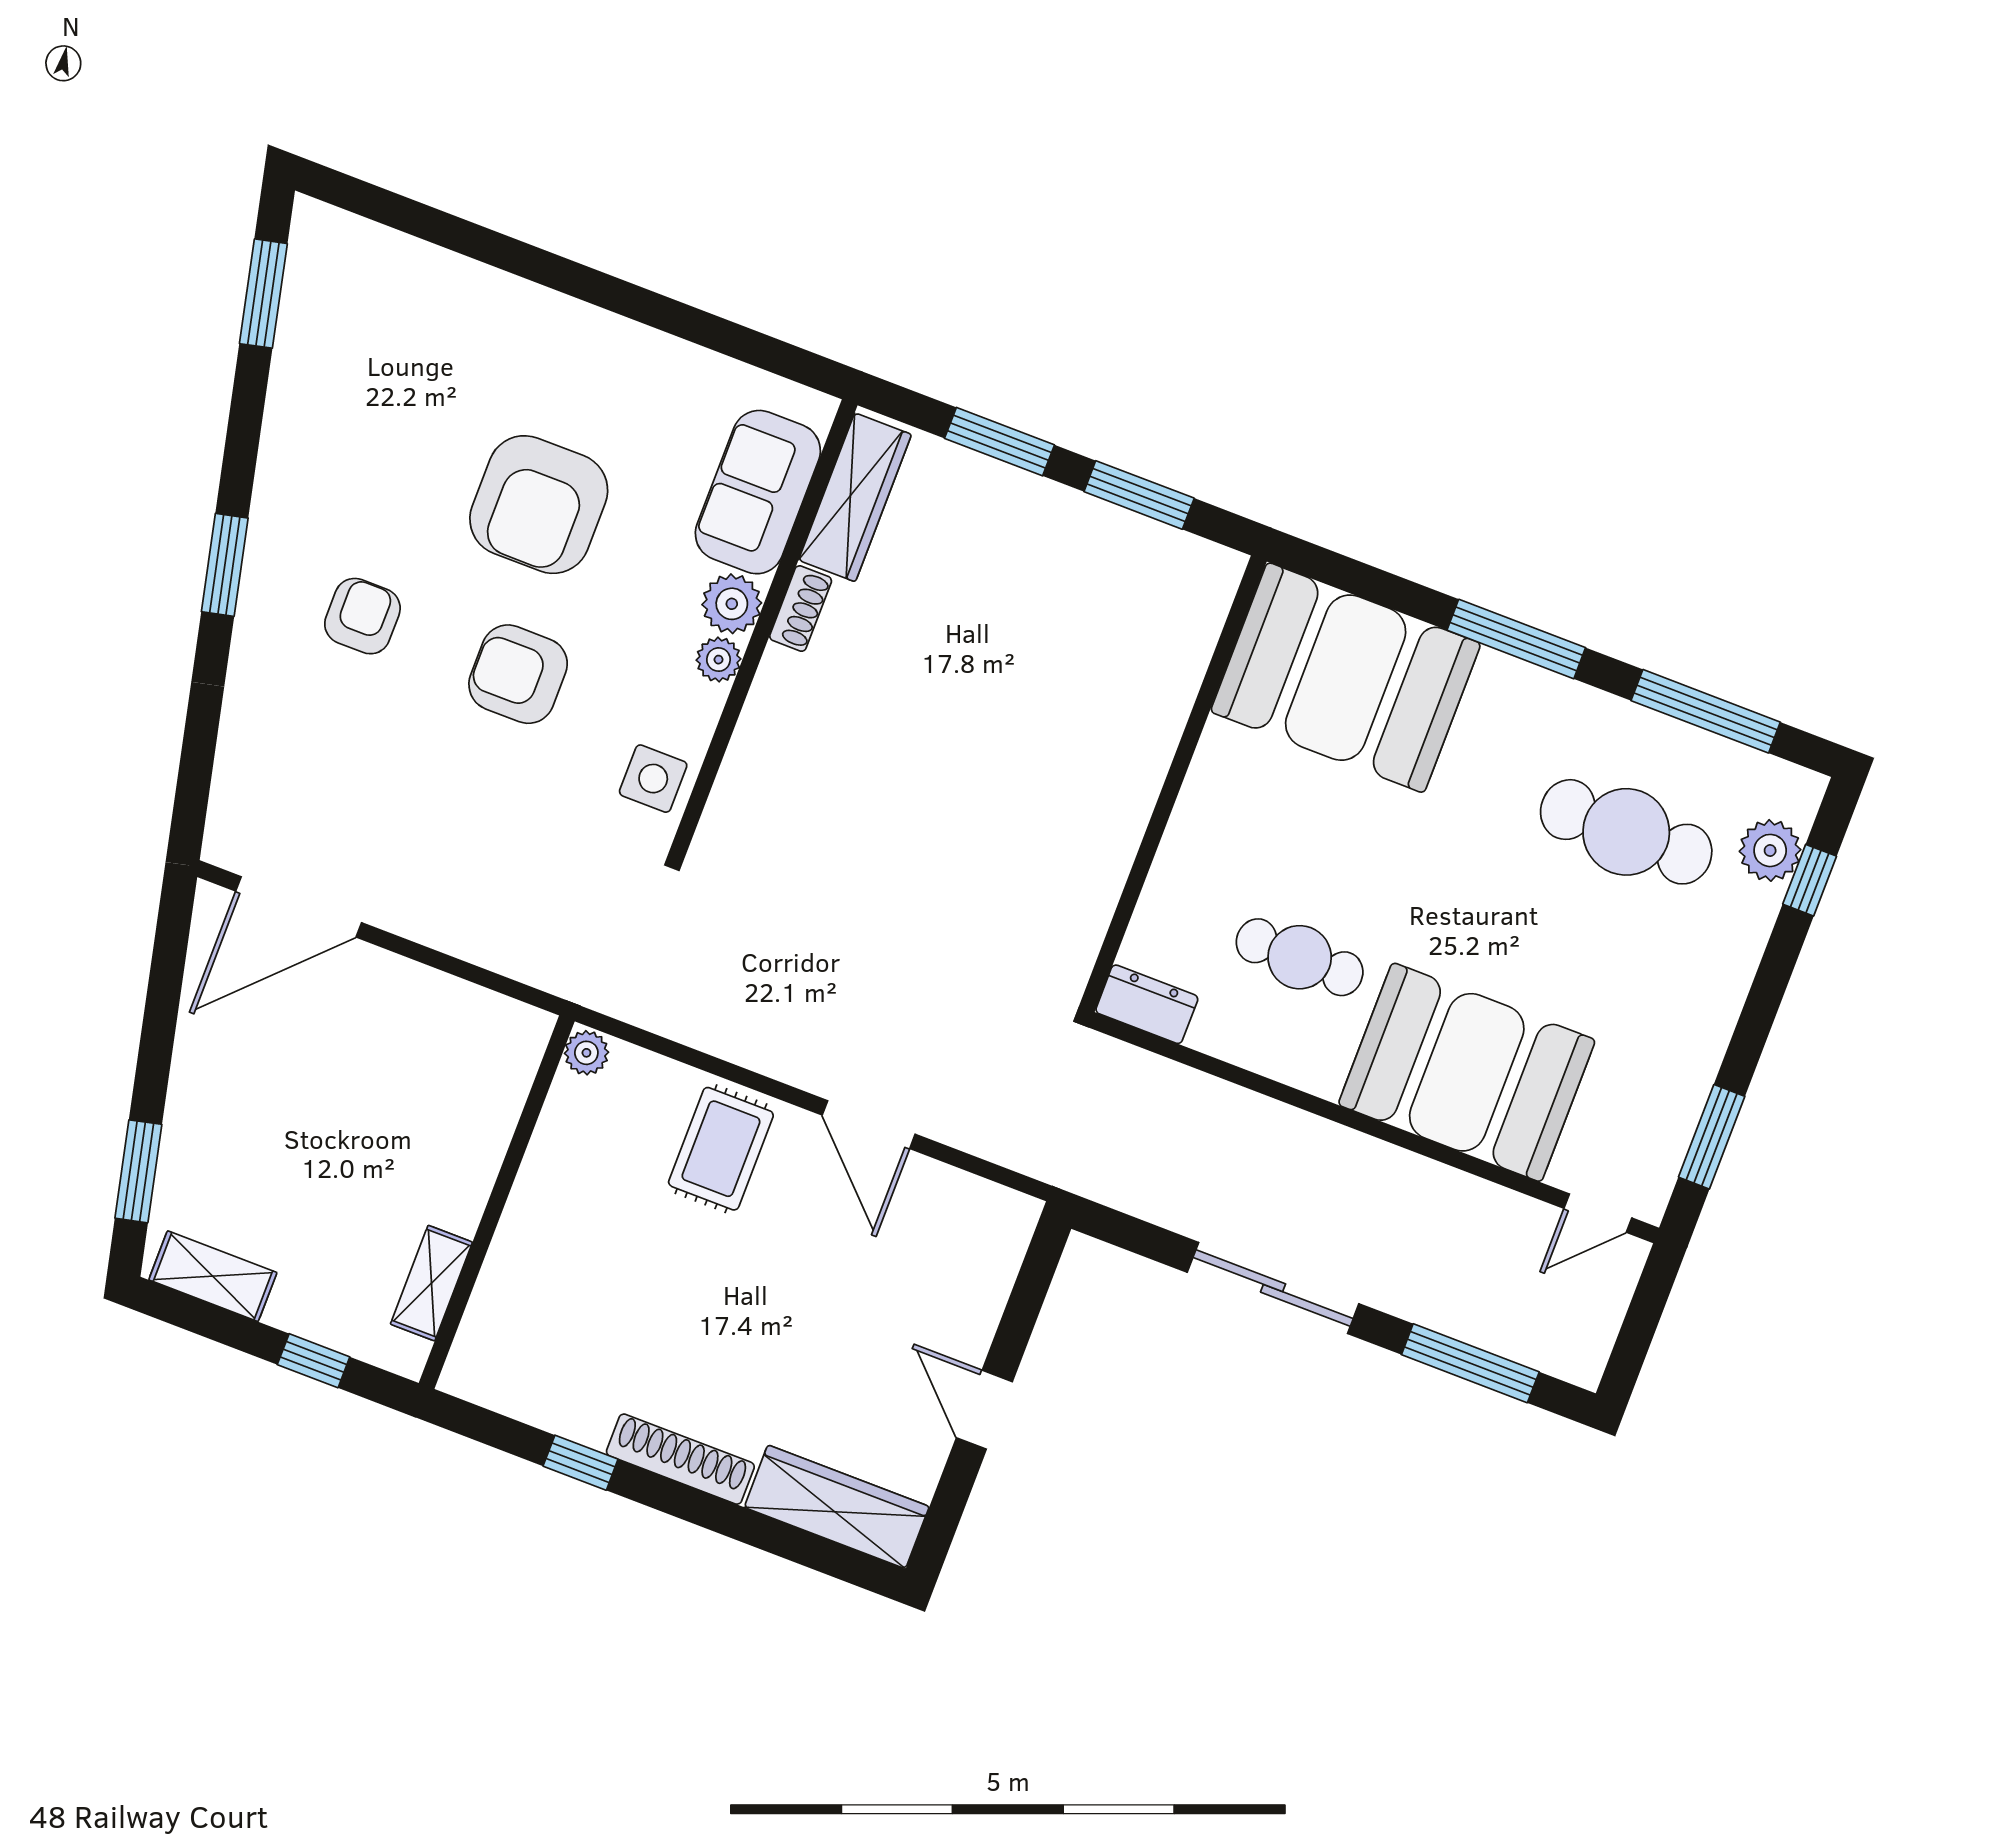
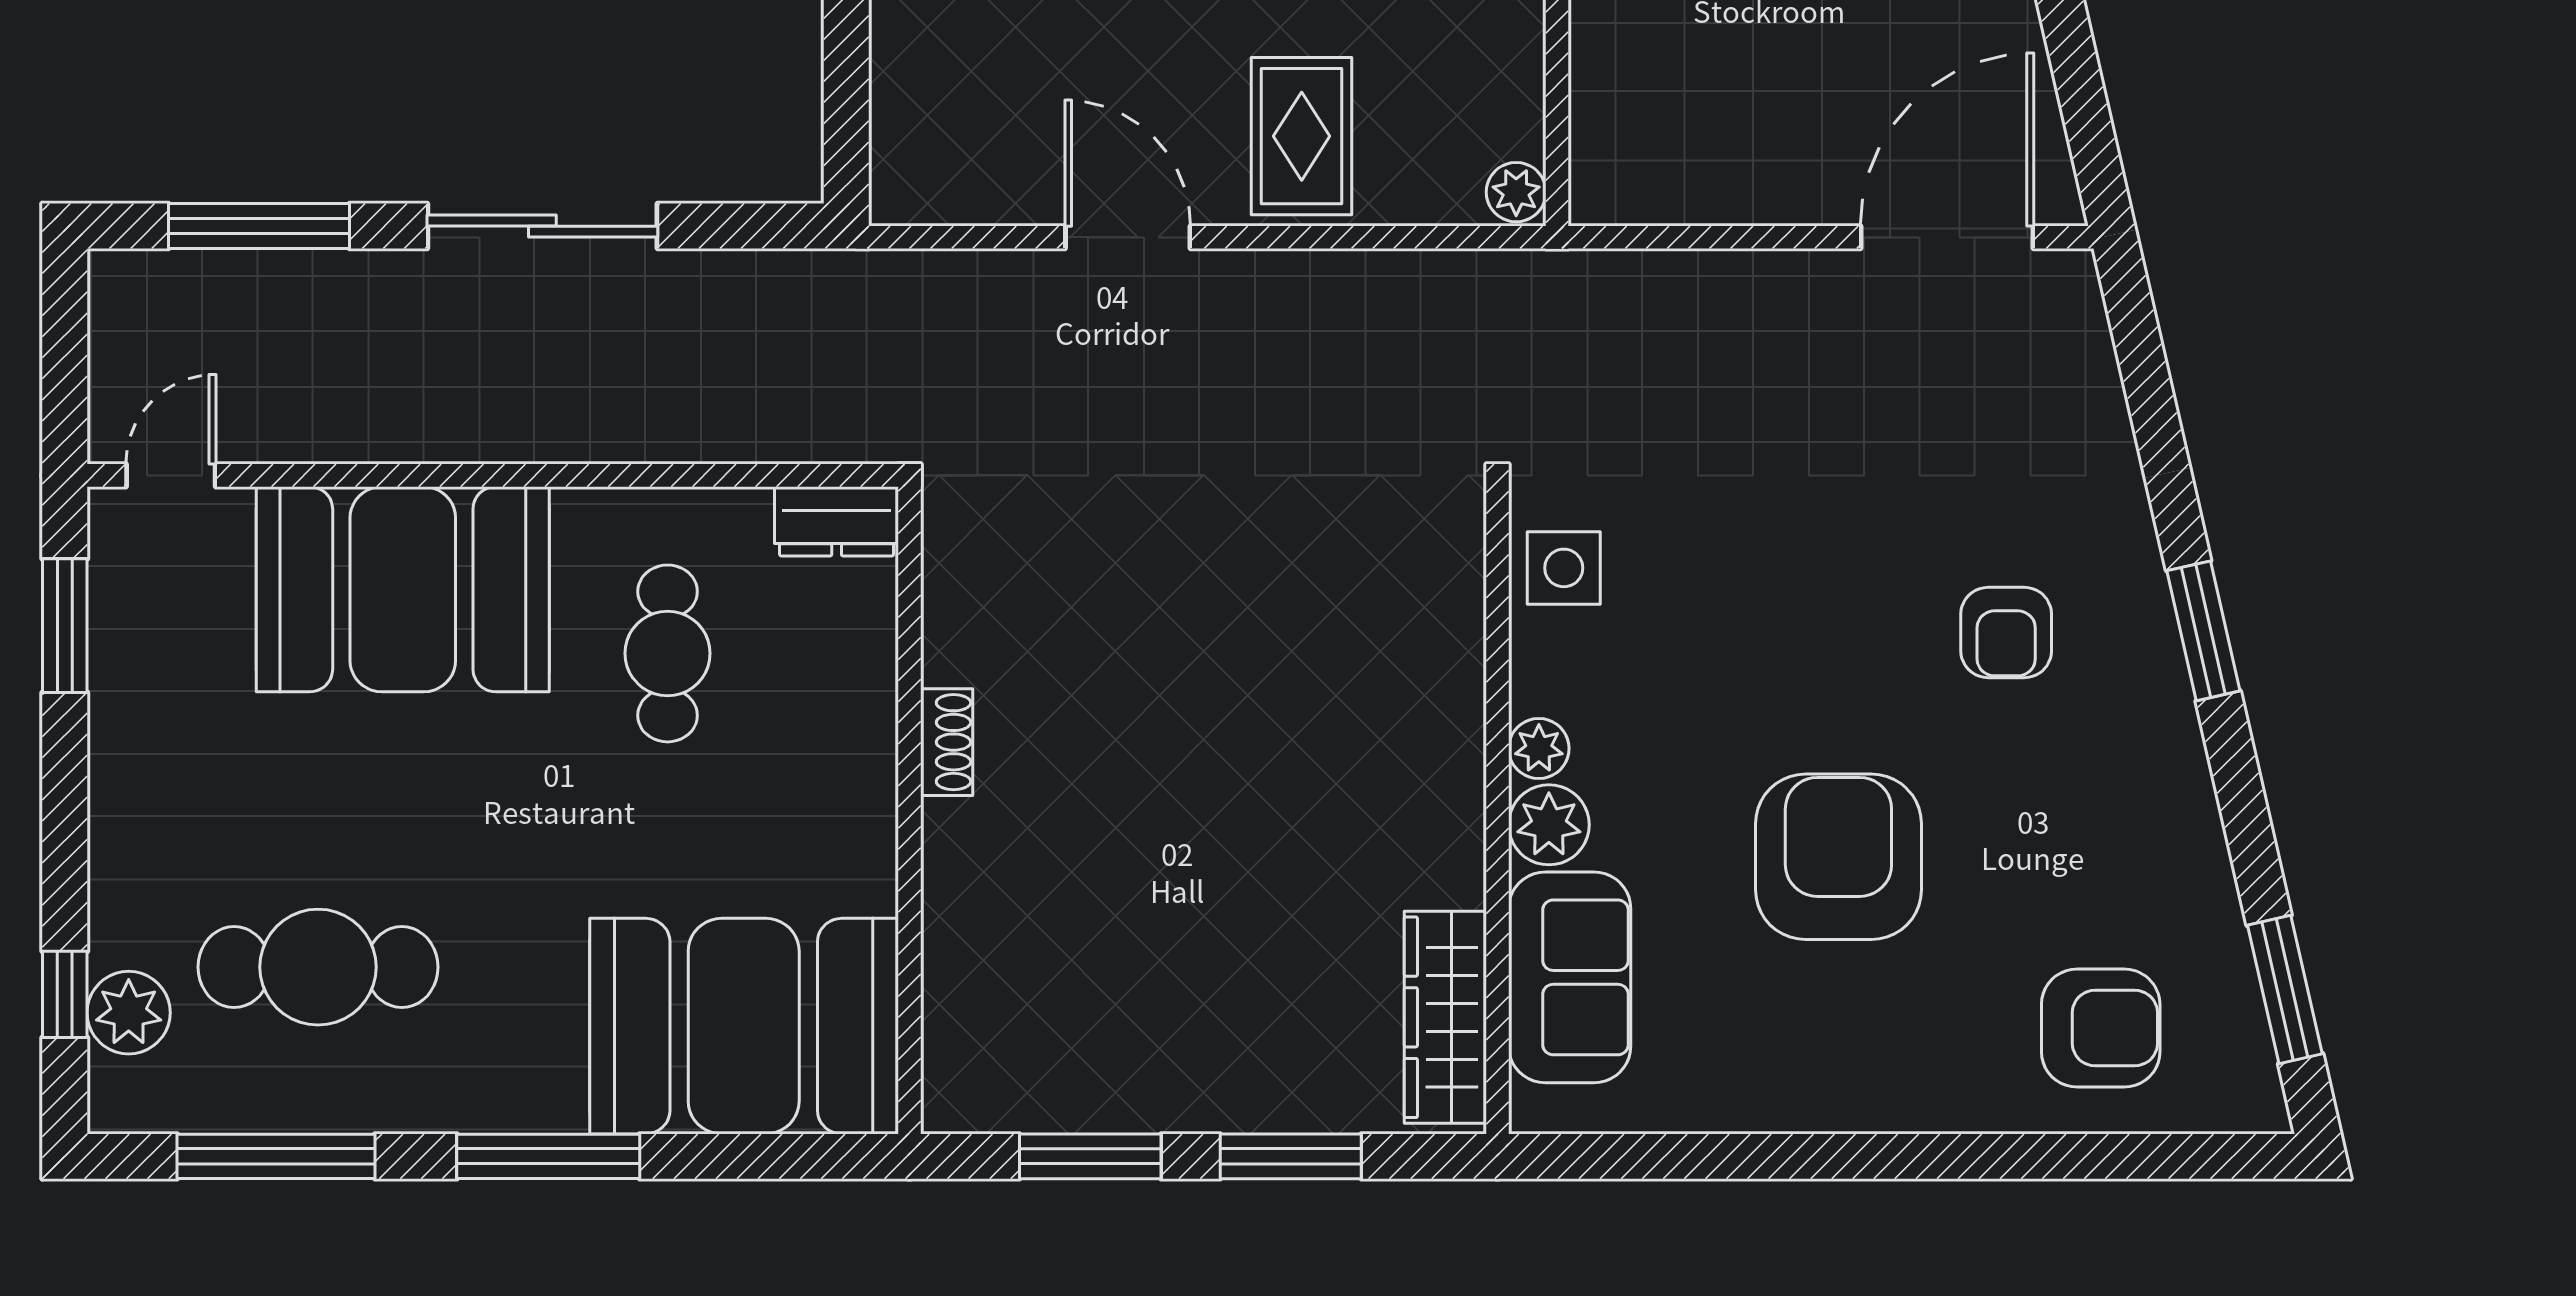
shoe rack: (801, 609) -> (947, 742), moved, turned 180
armchair: (518, 674) -> (2101, 1028), moved
cafe table: (1300, 957) -> (668, 653), turned 90

